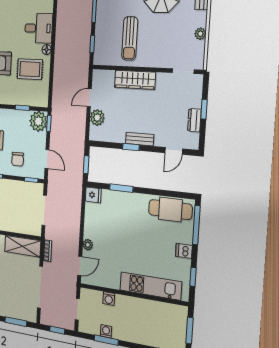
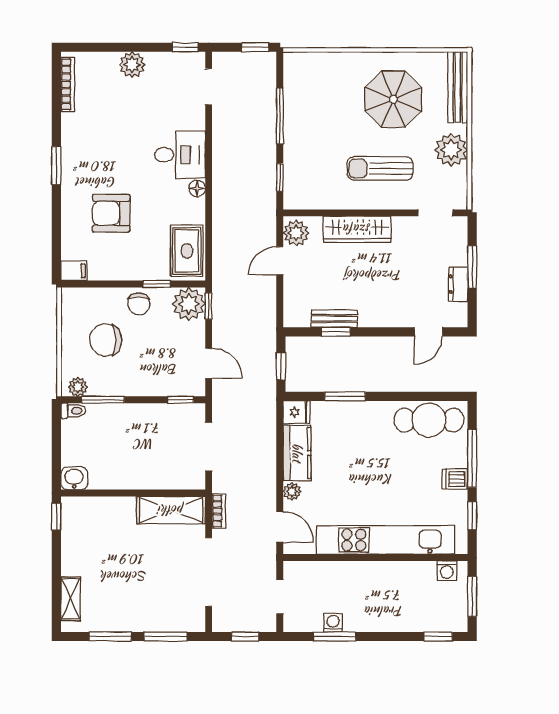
plant: (200, 34) -> (451, 150), width x1.88, depth x1.88
sun lounger: (130, 38) -> (380, 168), moved, turned 90
rug: (30, 69) -> (187, 251), moved, turned 90
window: (204, 109) -> (472, 267), width x1.50
plant: (97, 118) -> (296, 233), moved
bench: (140, 139) -> (334, 319), moved
window: (131, 147) -> (336, 332), moved
chair: (18, 159) -> (139, 304), moved
kitchen counter: (92, 221) -> (297, 453), added
window: (196, 225) -> (472, 458), moved
door: (80, 266) -> (280, 527), hinge flipped
kitchen unit: (150, 286) -> (386, 540), width x1.36
washing machine: (109, 299) -> (447, 571), moved

